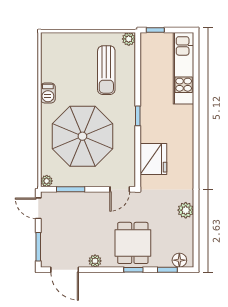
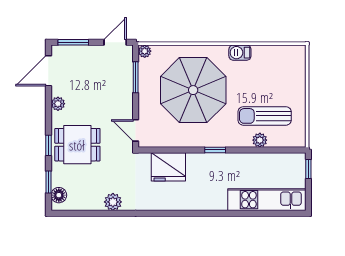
plant: (129, 39) -> (260, 140), moved

